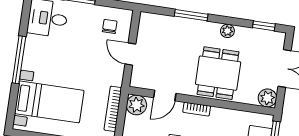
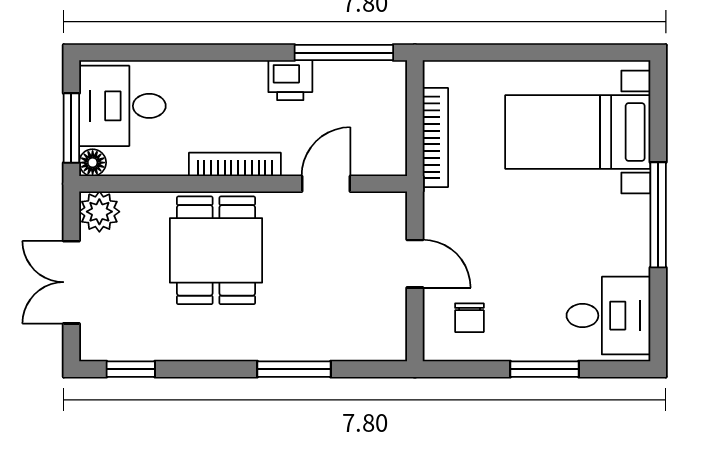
plant: (227, 31) -> (209, 346), removed
plant: (136, 105) -> (385, 154), removed
bookcase: (197, 109) -> (235, 164), width x1.56
floor lamp: (267, 120) -> (93, 163), added

